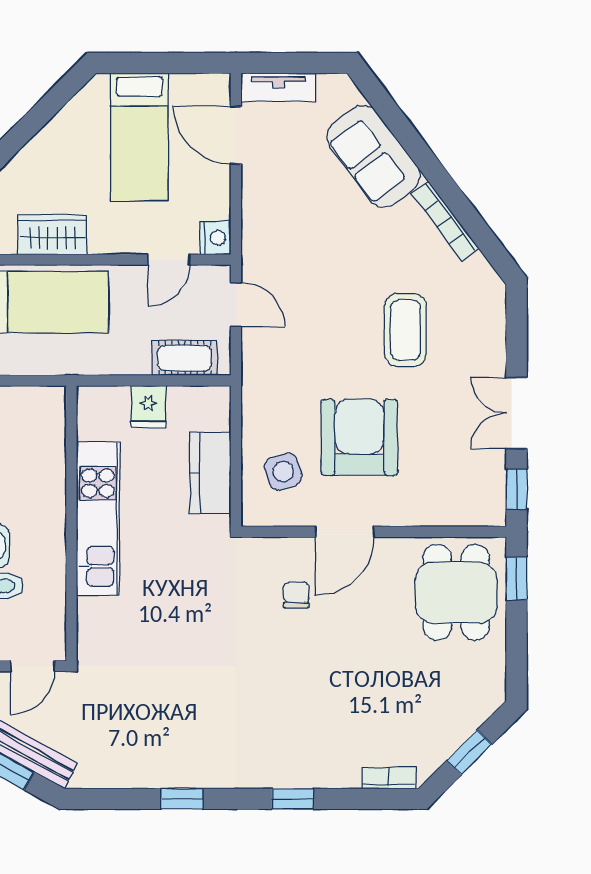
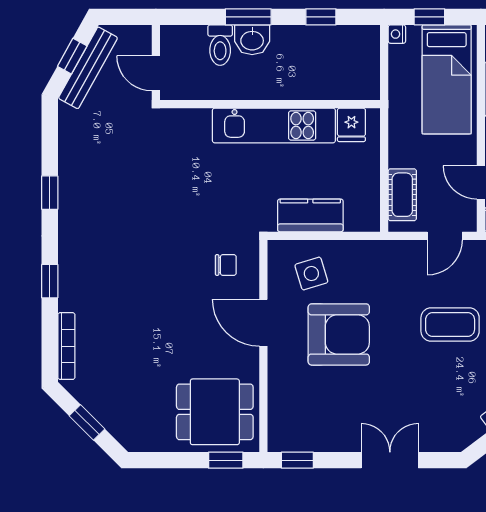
coffee table: (406, 330) -> (450, 324), moved
fridge: (149, 406) -> (351, 125), moved, turned -90
double door: (517, 413) -> (390, 460), moved
chair: (296, 595) -> (226, 265), moved
bookcase: (389, 778) -> (66, 346), width x1.56

